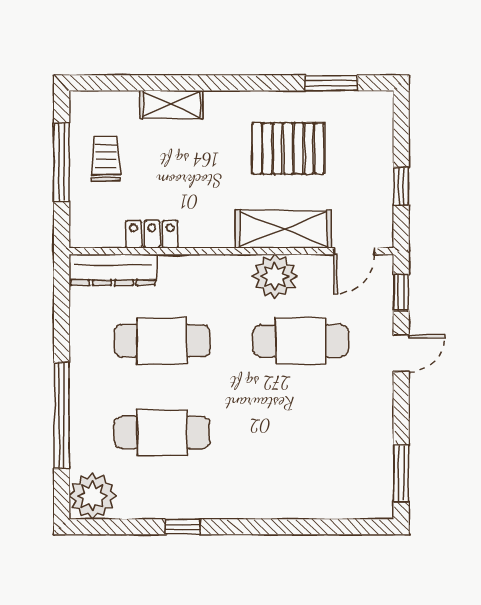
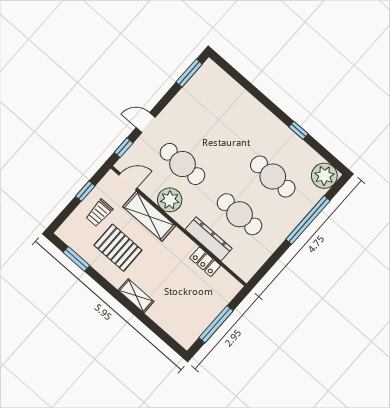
shelving: (171, 104) -> (136, 296), moved
trolley: (106, 159) -> (99, 213), moved
dresser: (113, 270) -> (209, 239), moved

